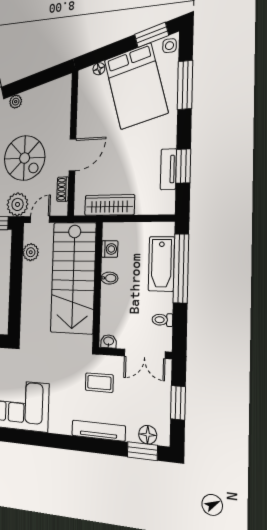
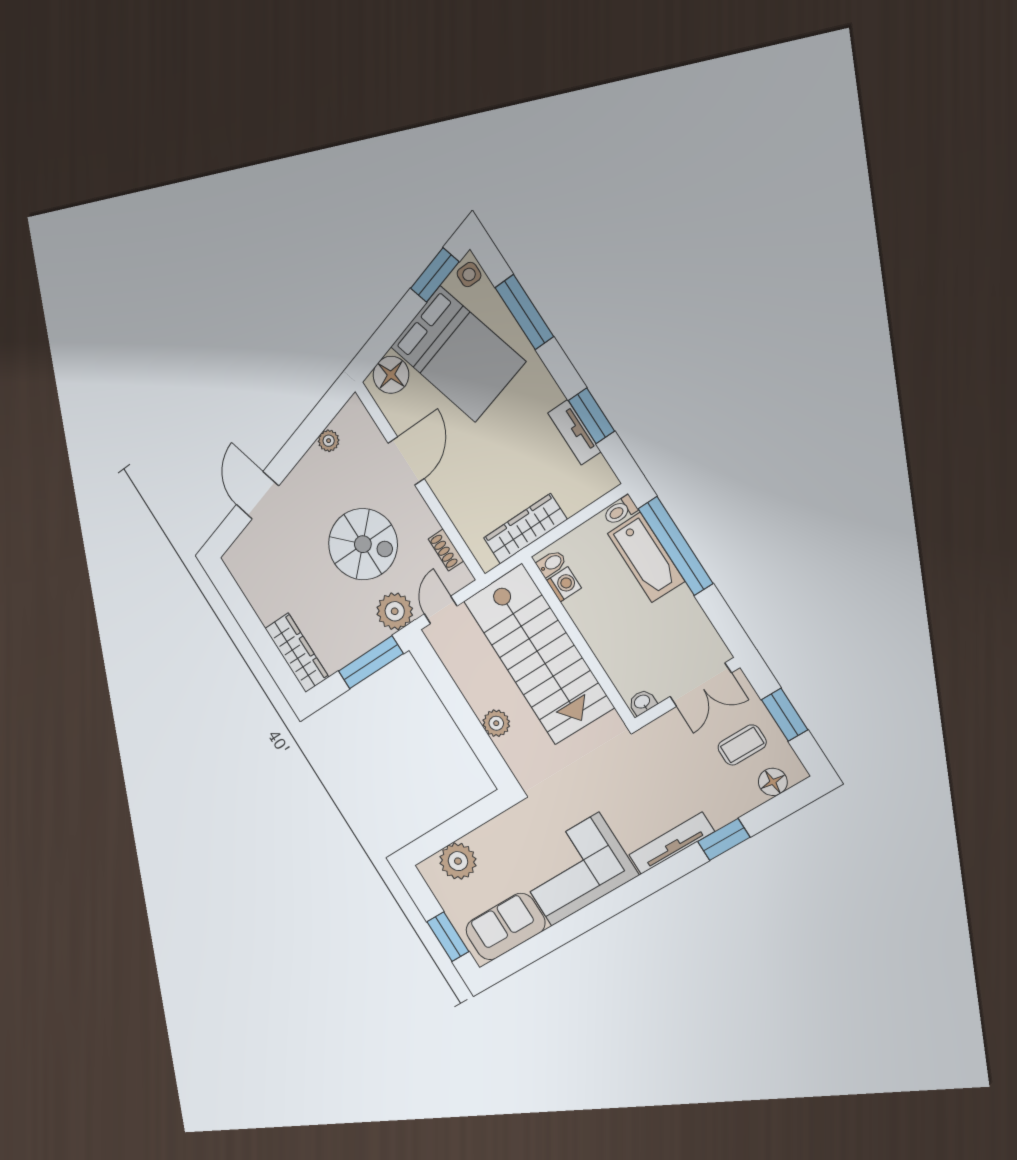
floor lamp: (99, 69) -> (391, 375), width x1.89, depth x1.89
plant: (16, 102) -> (329, 441), moved
door: (73, 155) -> (406, 461), moved
plant: (31, 252) -> (496, 723), moved
bidet: (109, 278) -> (551, 563), moved
toilet: (162, 320) -> (620, 511), moved
coffee table: (99, 383) -> (742, 745), moved
tv unit: (98, 431) -> (672, 843), moved
window: (142, 451) -> (724, 839), moved

